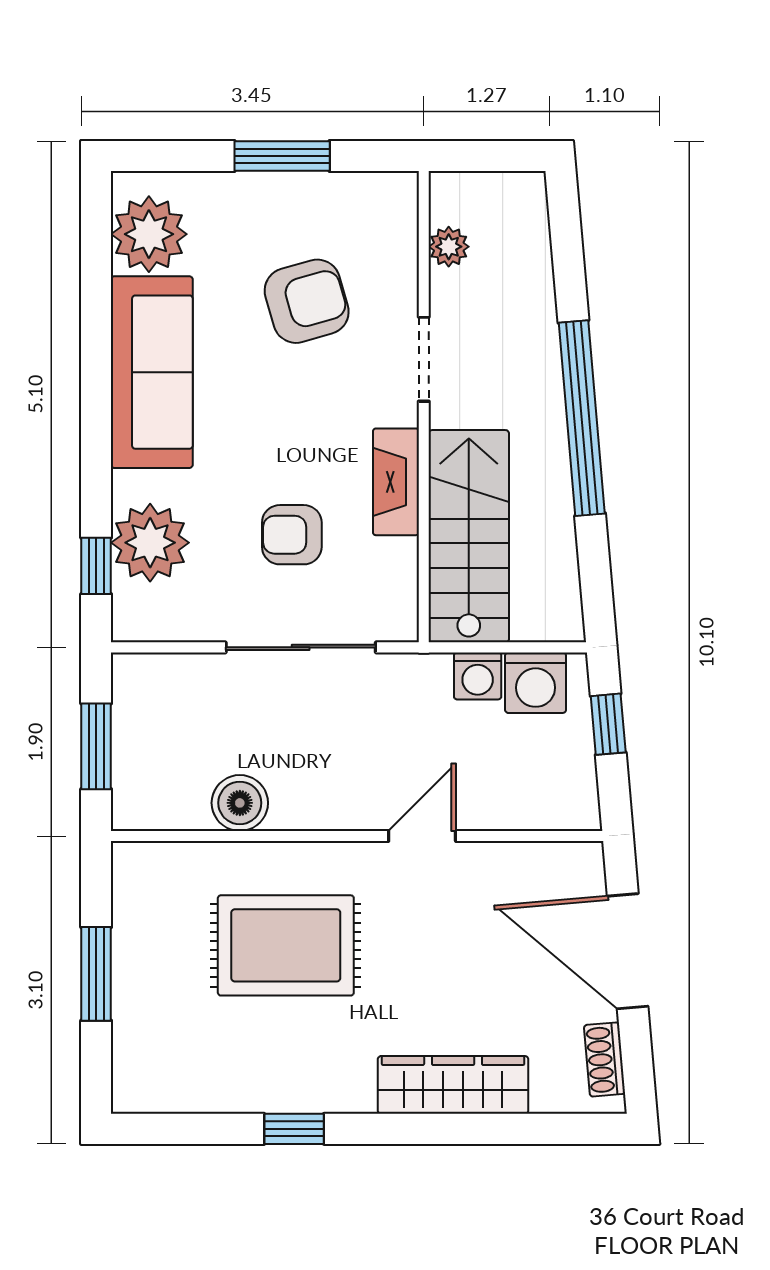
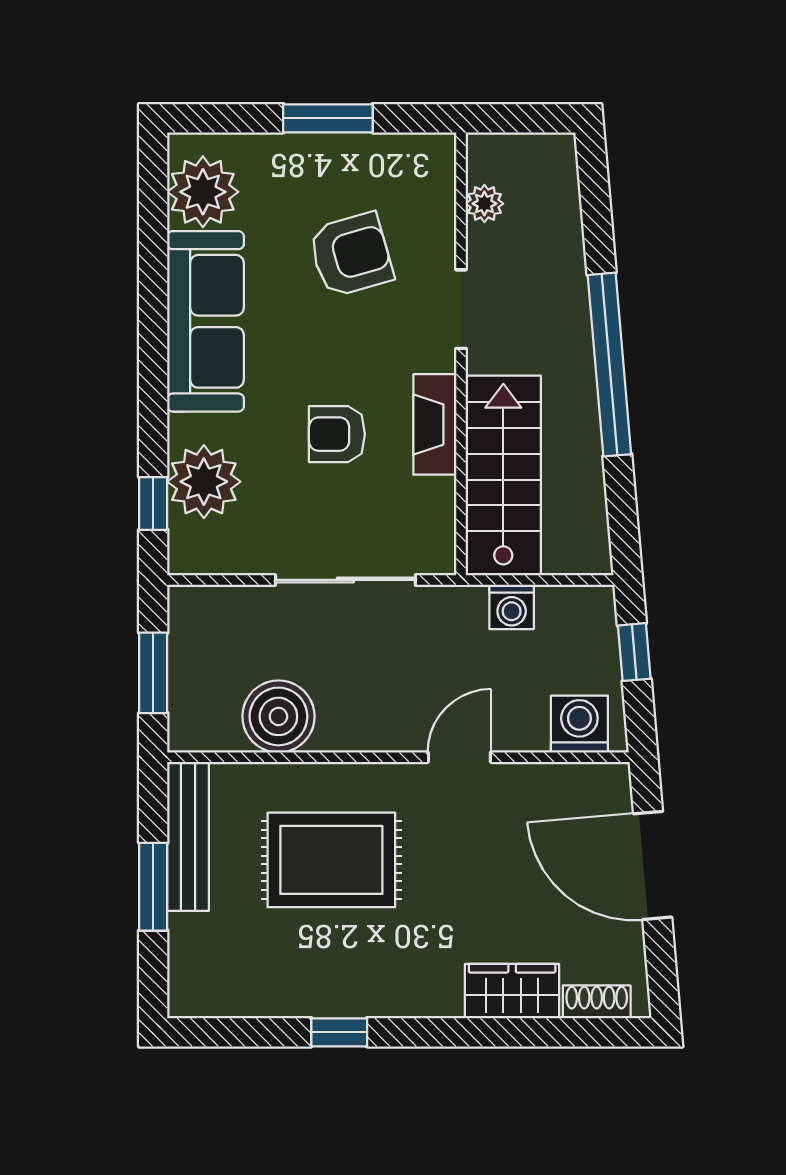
armchair: (292, 535) -> (337, 434), moved
washing machine: (536, 683) -> (579, 724), moved, turned 180
boiler: (240, 803) -> (278, 716), width x1.37, depth x1.37
bench: (133, 920) -> (188, 836), added
shoe rack: (604, 1059) -> (597, 1002), moved, turned 95
wardrobe: (453, 1085) -> (512, 991), width x0.67

